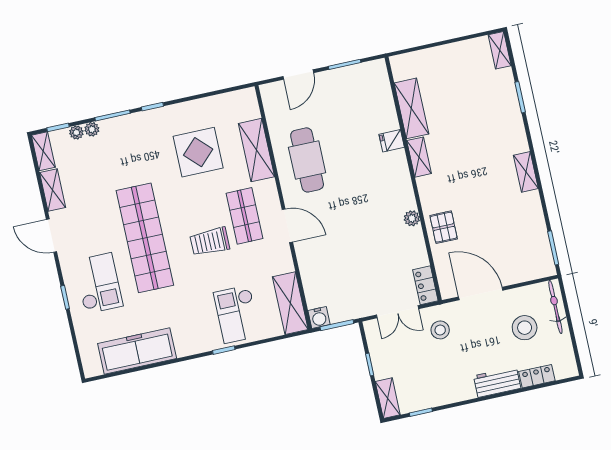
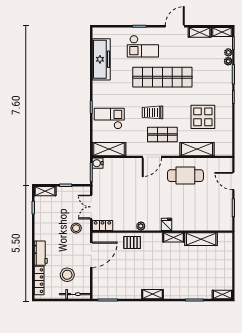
fridge: (392, 141) -> (166, 224), moved
trolley: (210, 242) -> (152, 112), turned -90
locker: (537, 376) -> (39, 281), width x1.53

